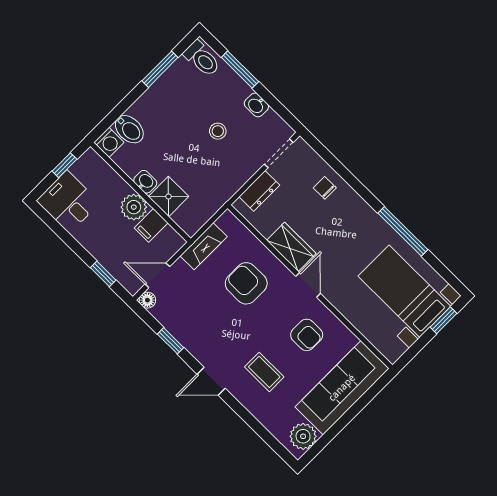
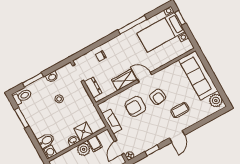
armchair: (307, 335) -> (158, 97), moved, turned 81

